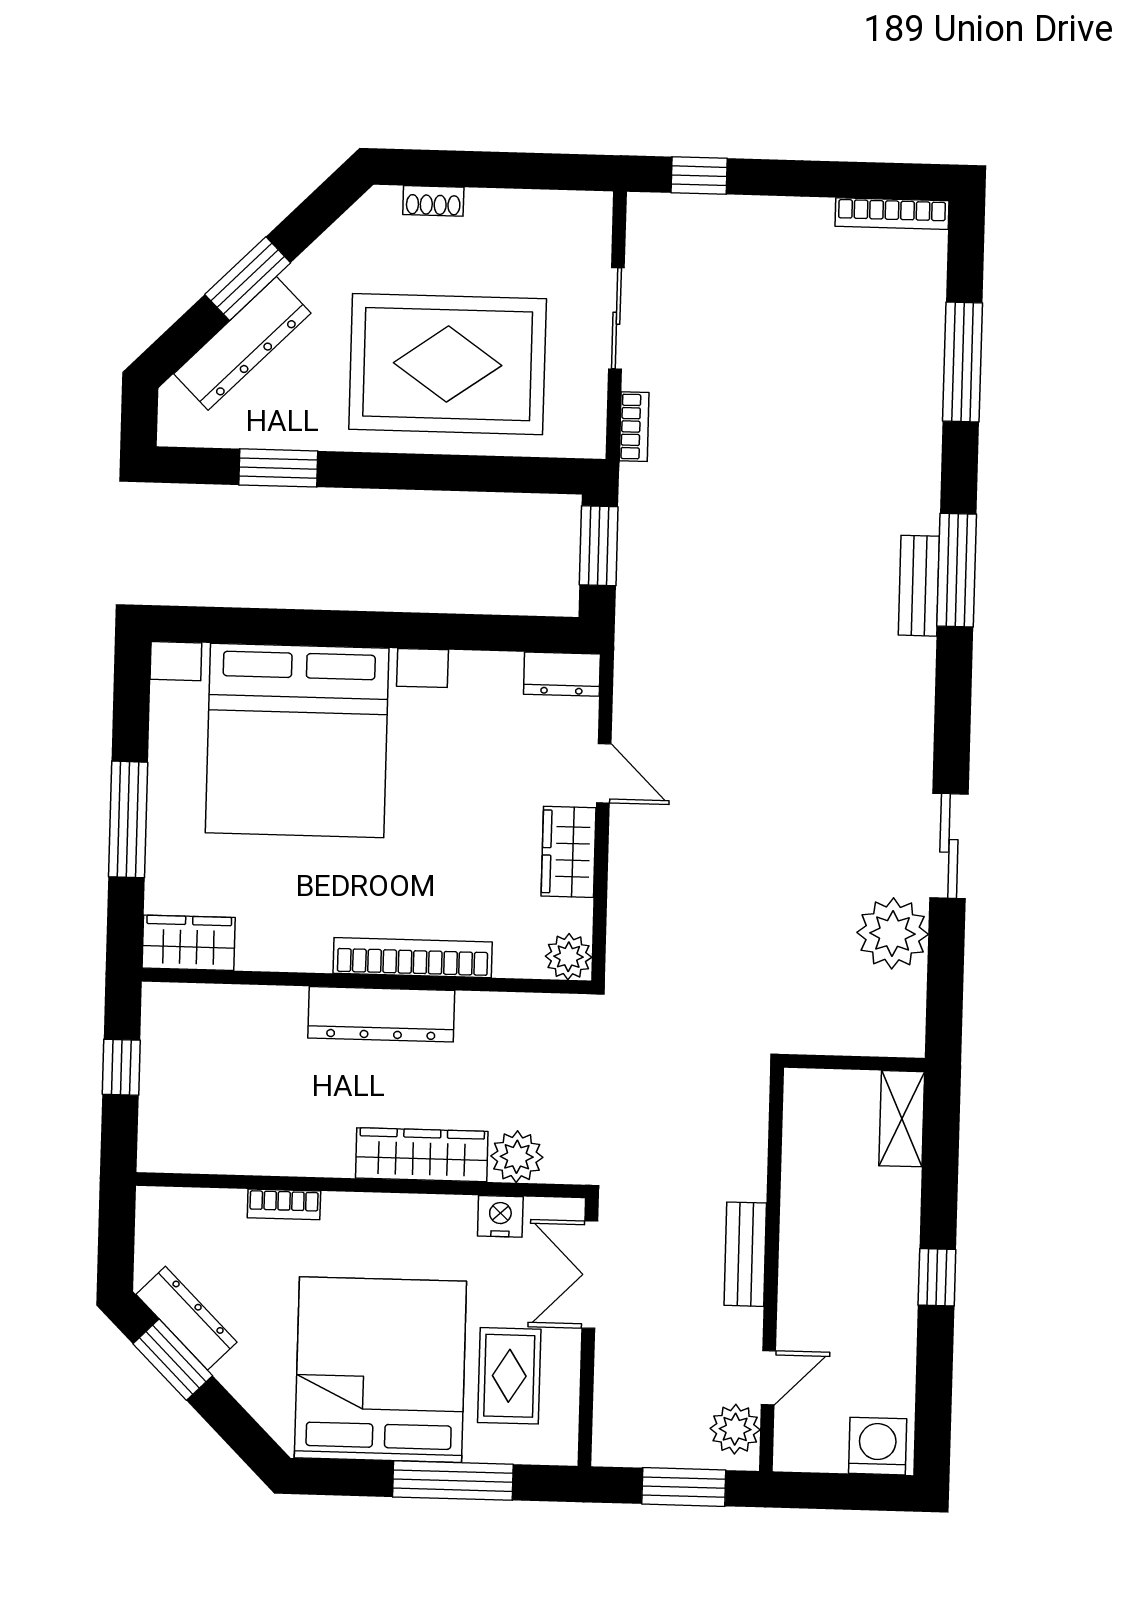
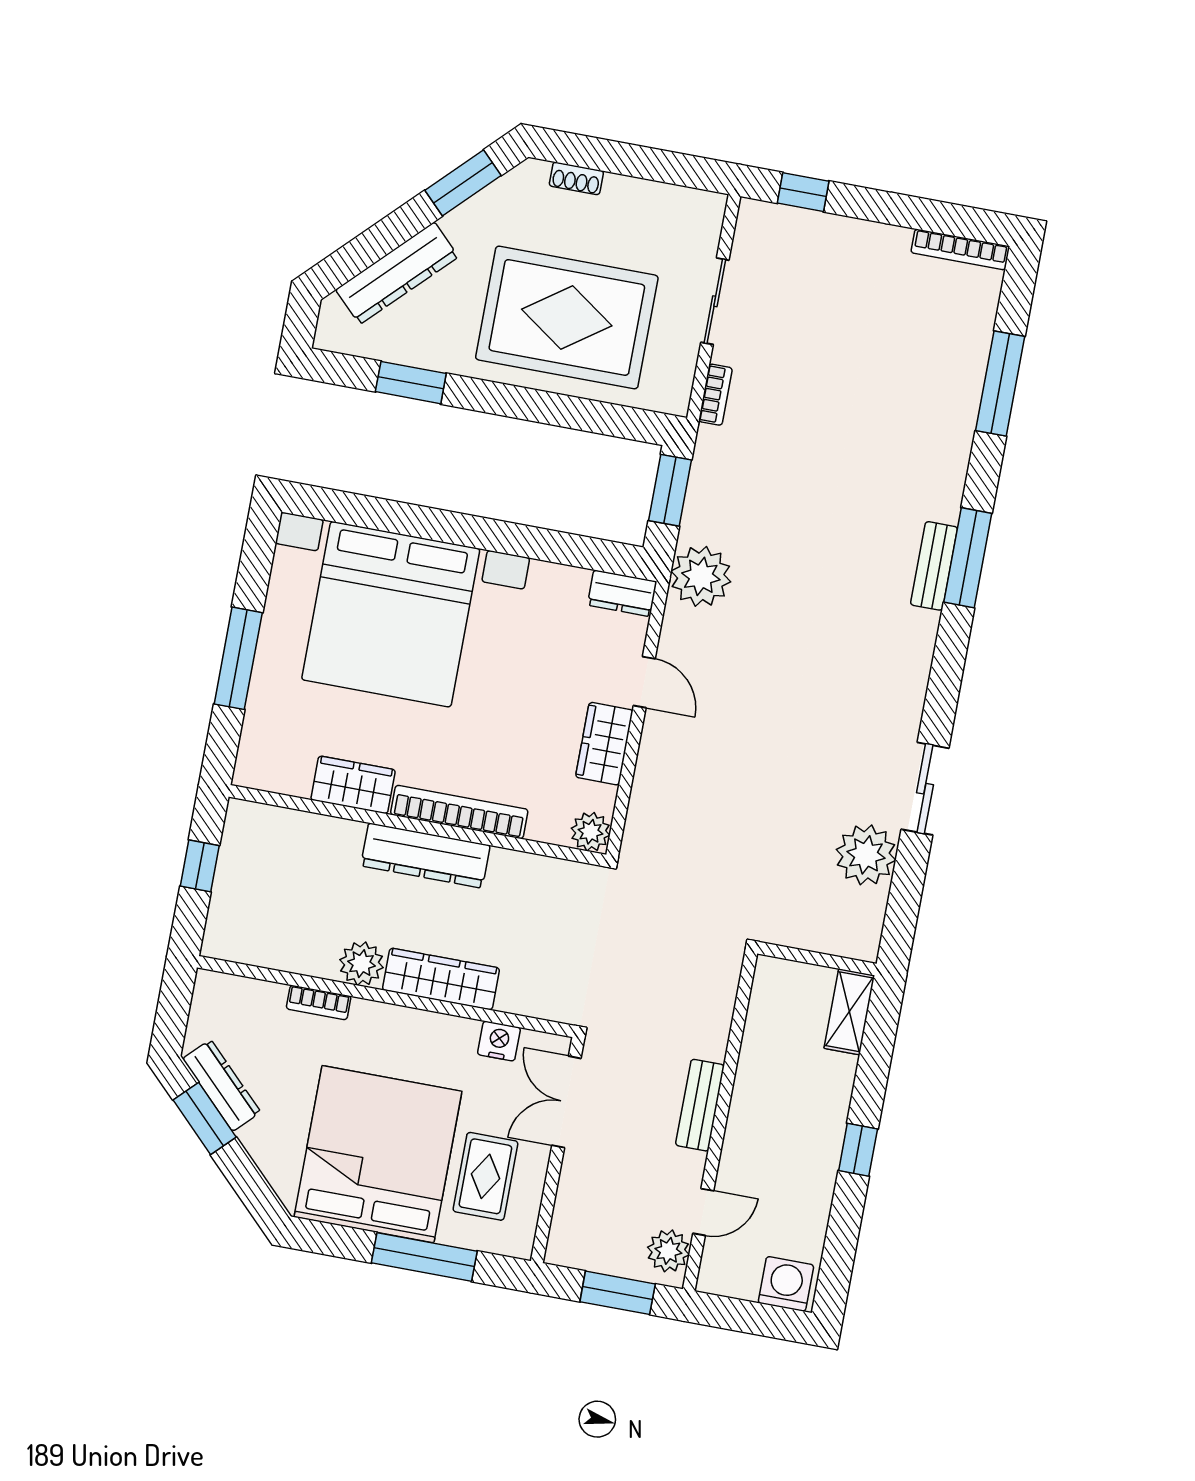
window: (248, 279) -> (463, 183), moved
plant: (650, 640) -> (701, 576), added
wardrobe: (189, 943) -> (353, 785), moved
plant: (517, 1157) -> (361, 964), moved

